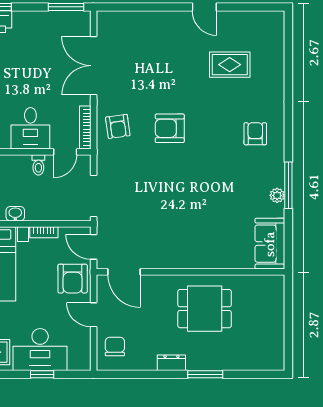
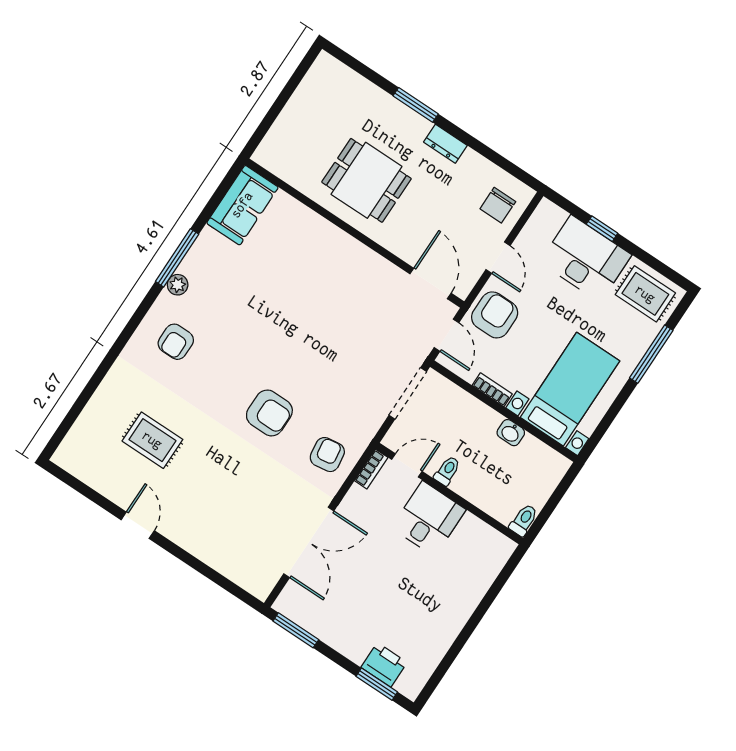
bookcase: (85, 127) -> (371, 469), width x0.64
plant: (277, 195) -> (178, 285), moved

